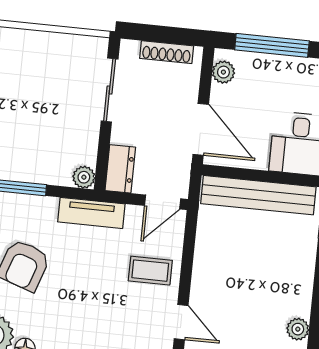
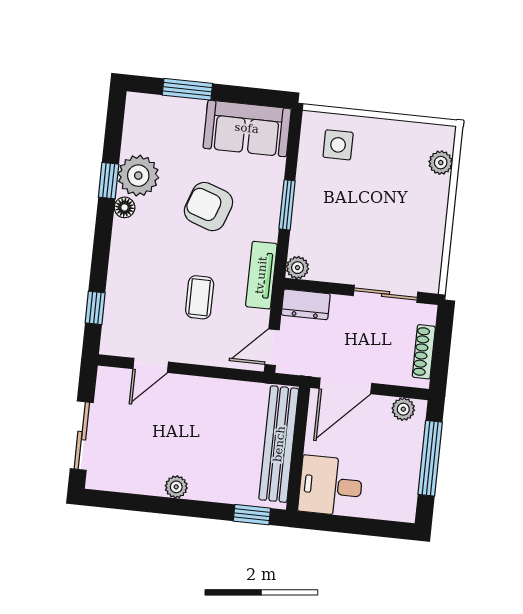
door: (163, 202) -> (272, 347), hinge flipped
coffee table: (150, 271) -> (200, 297), moved
plant: (298, 329) -> (176, 487), moved

